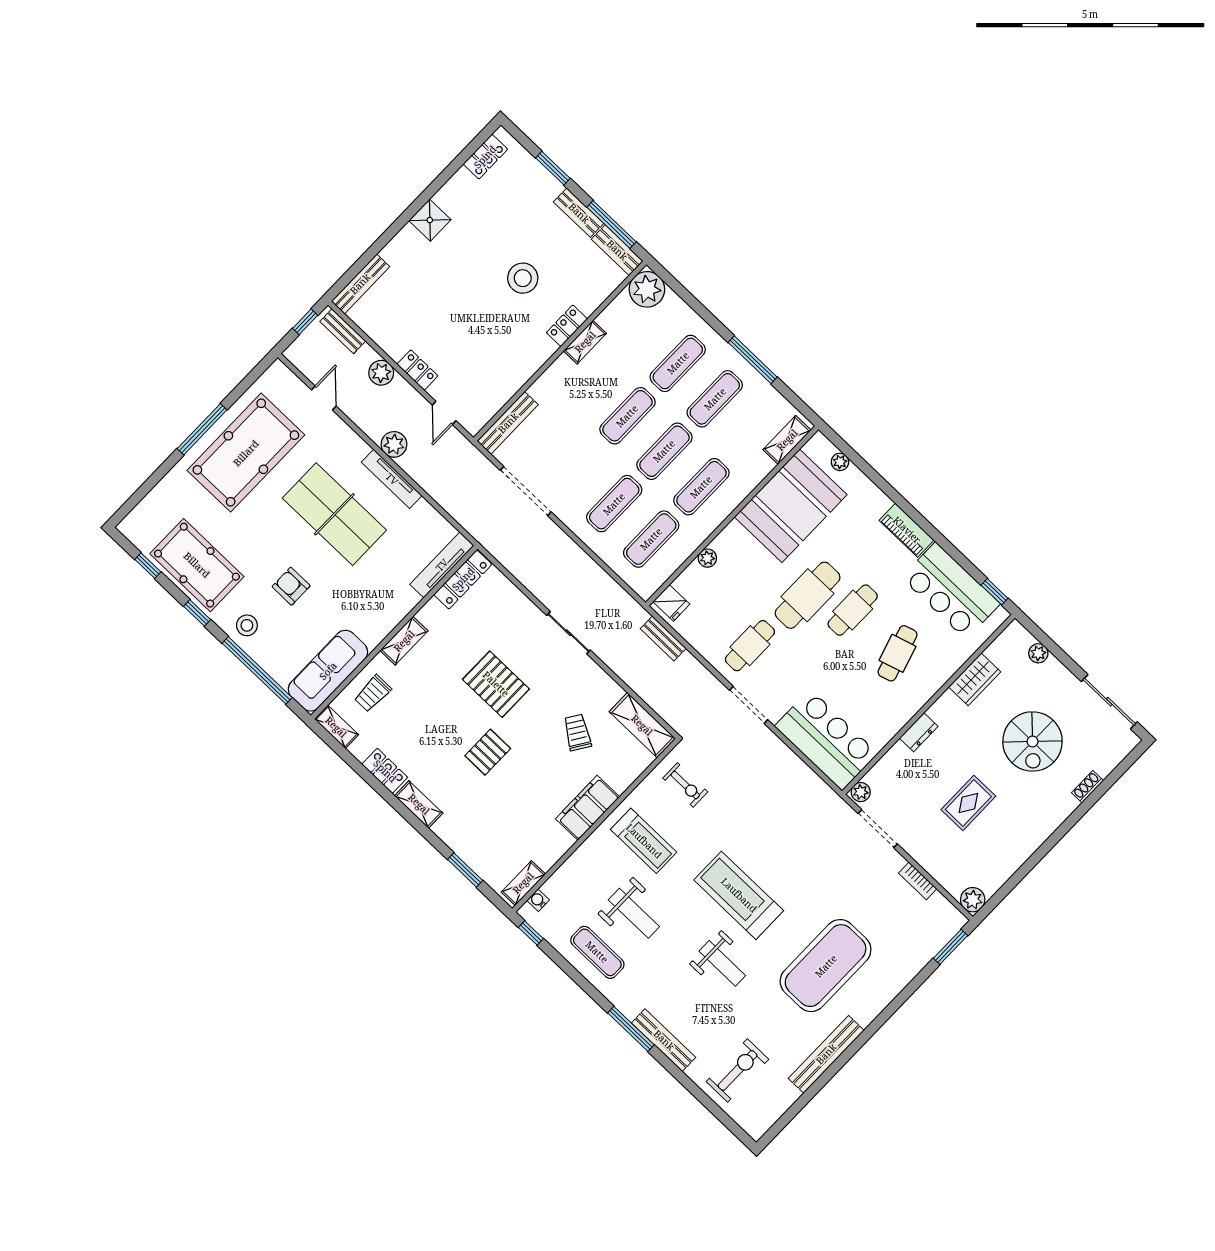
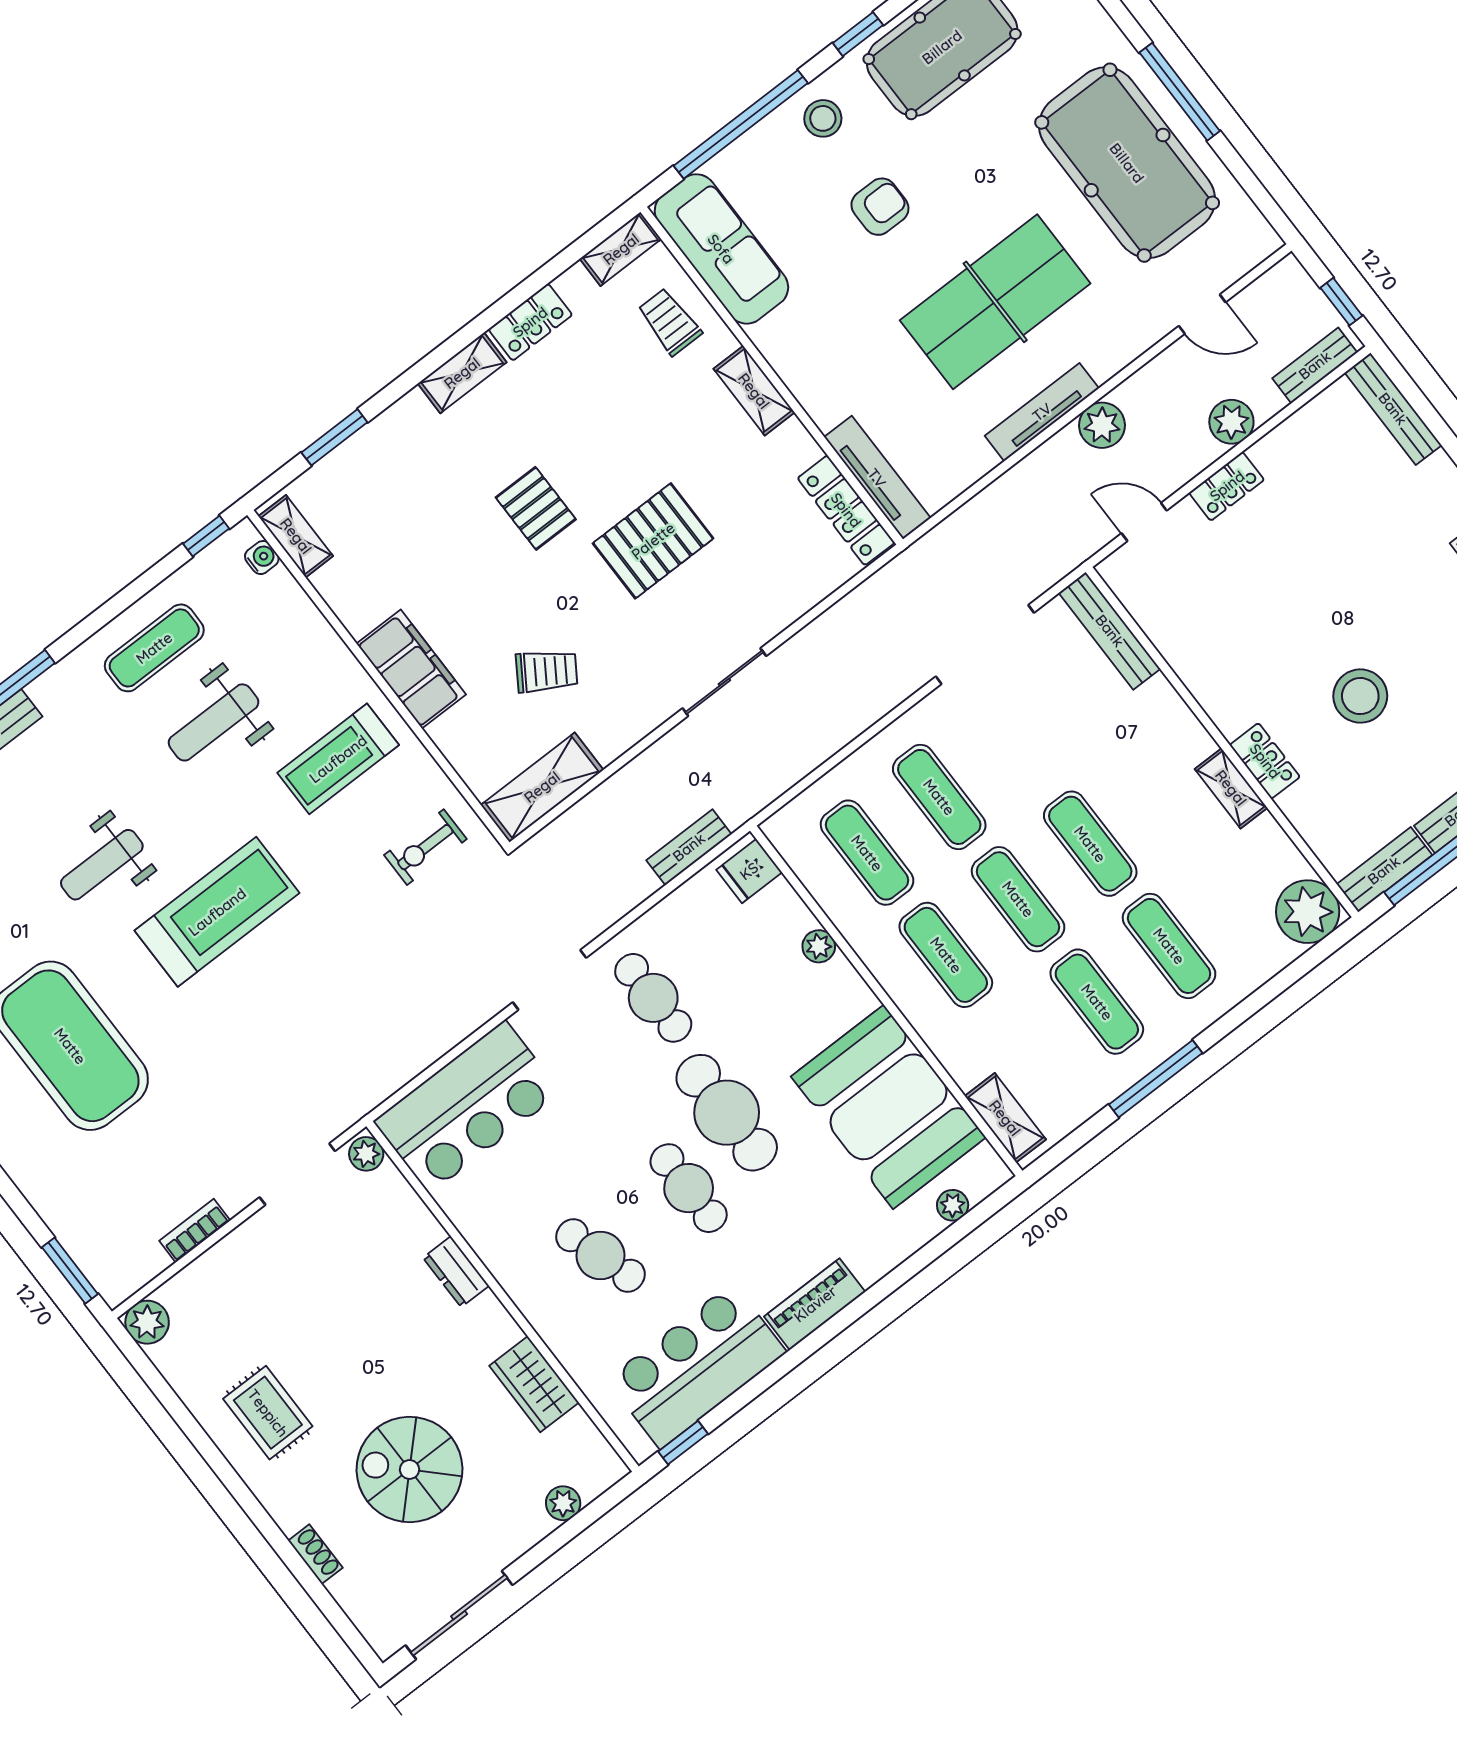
rug: (968, 803) -> (268, 1413), moved

